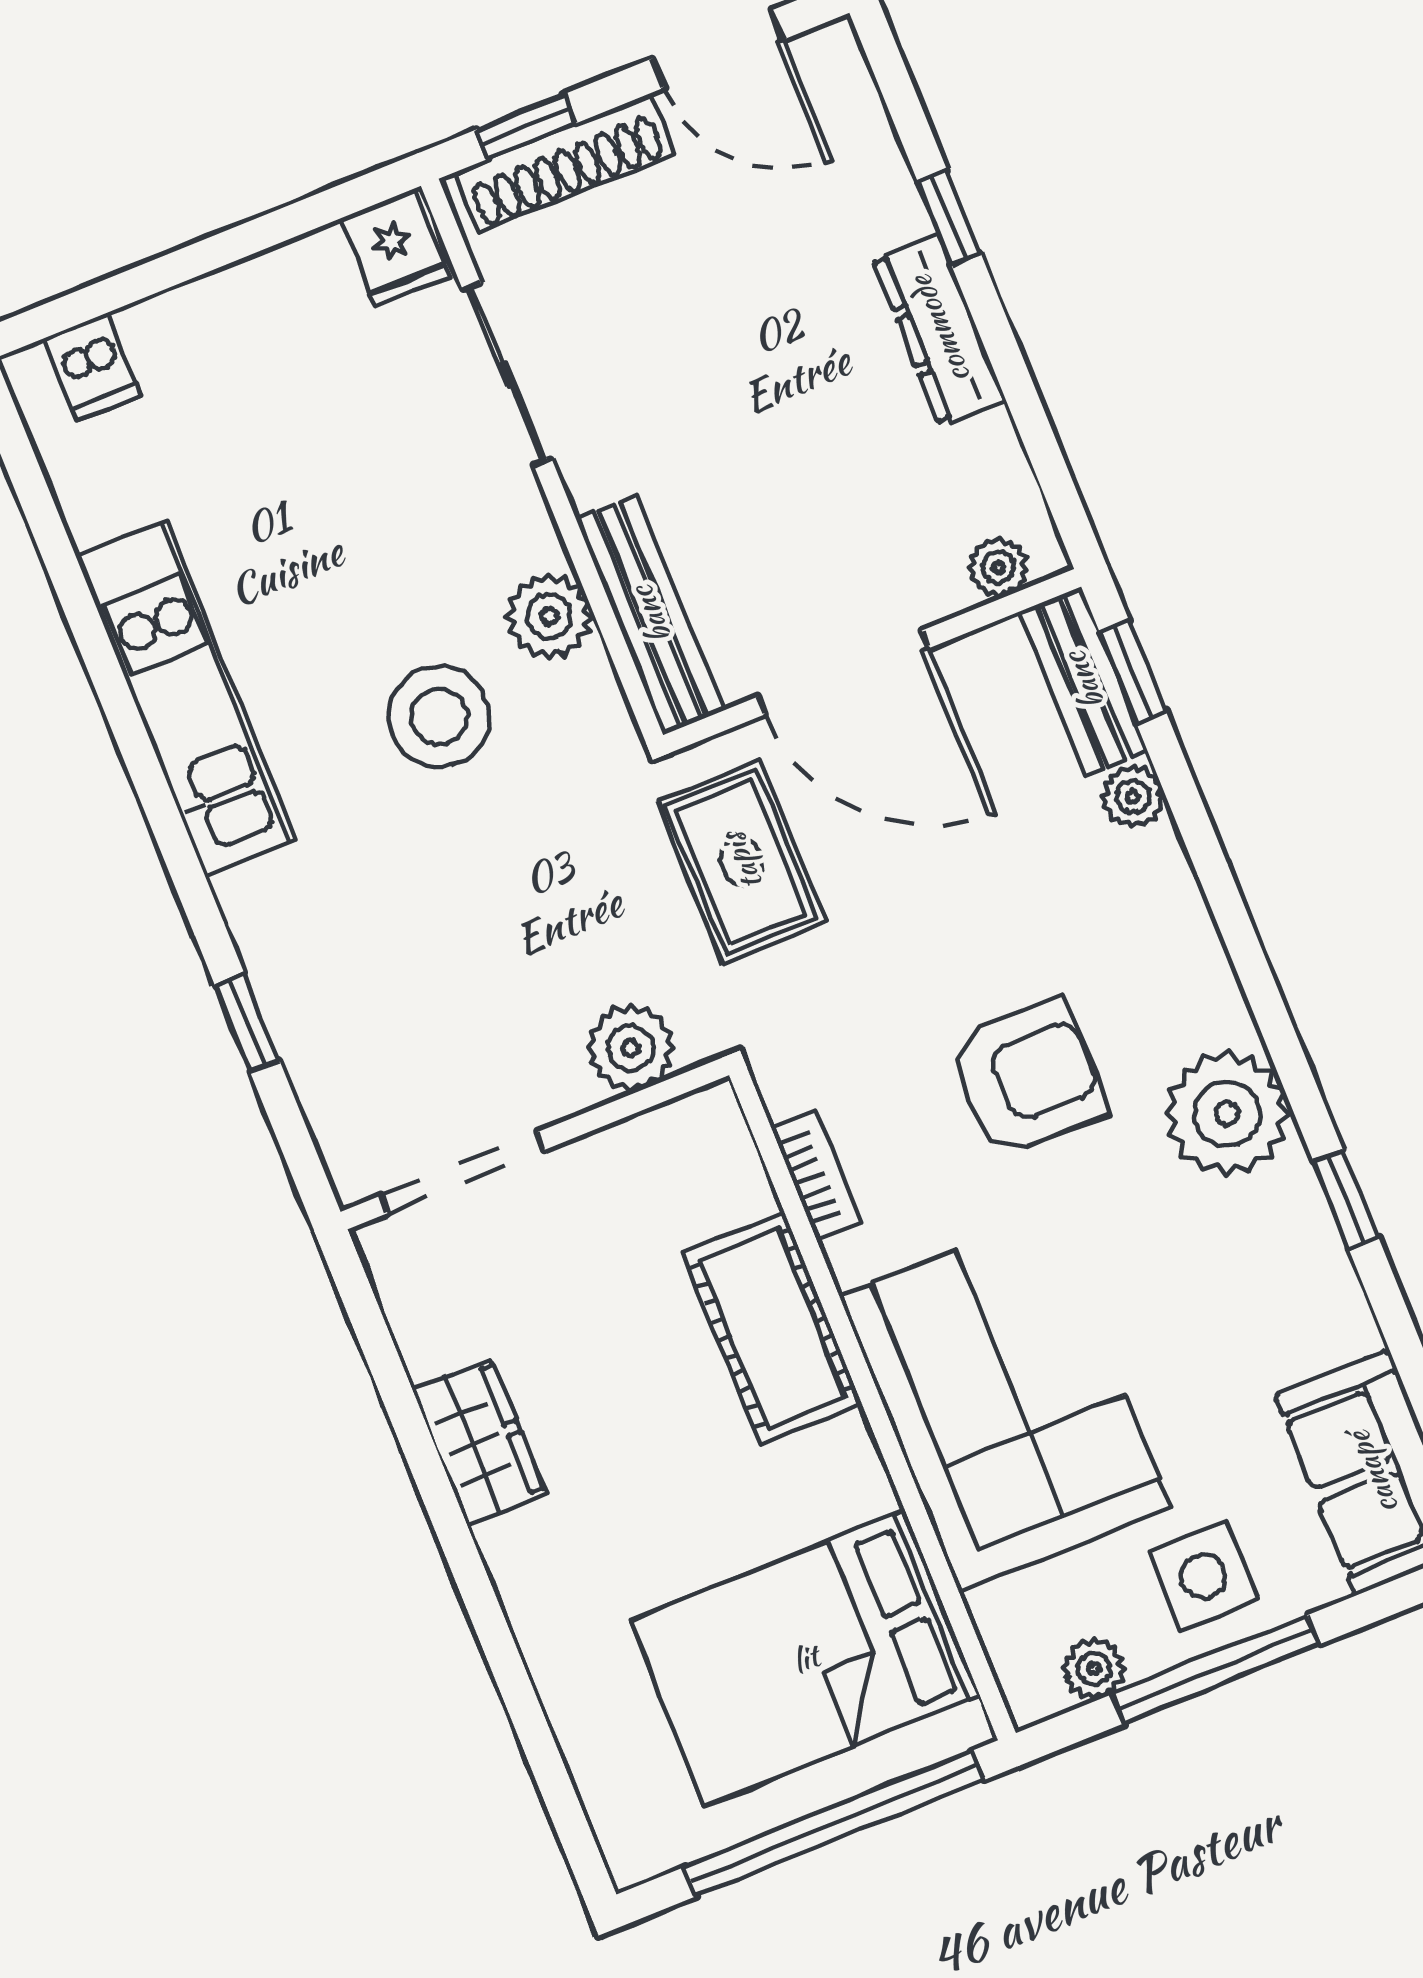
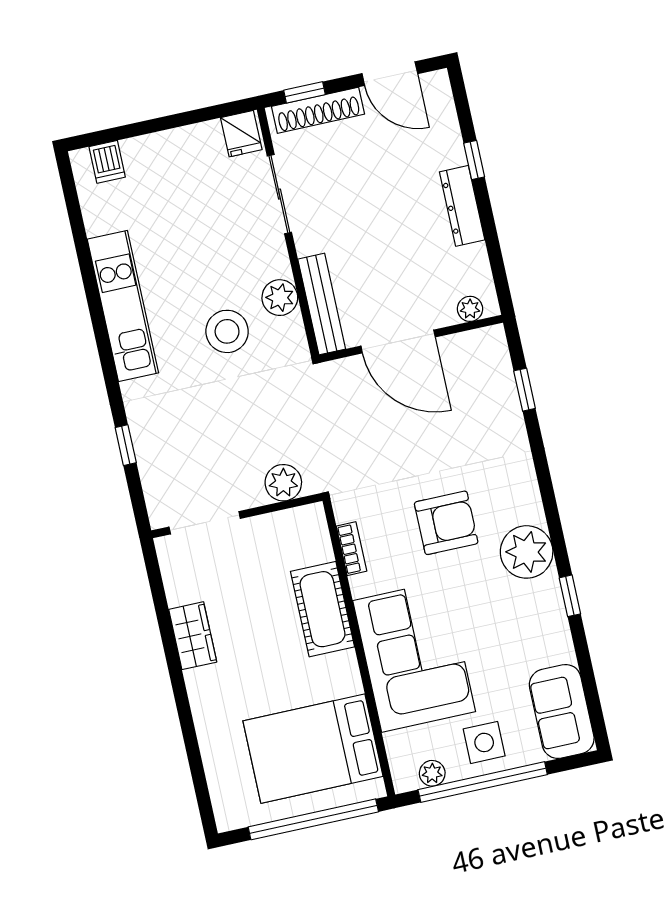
window: (1133, 672) -> (525, 390), moved
bench: (1083, 681) -> (497, 362), removed
plant: (1133, 797) -> (510, 414), removed
rug: (741, 862) -> (342, 413), removed
window: (1215, 1669) -> (483, 782), width x1.46

